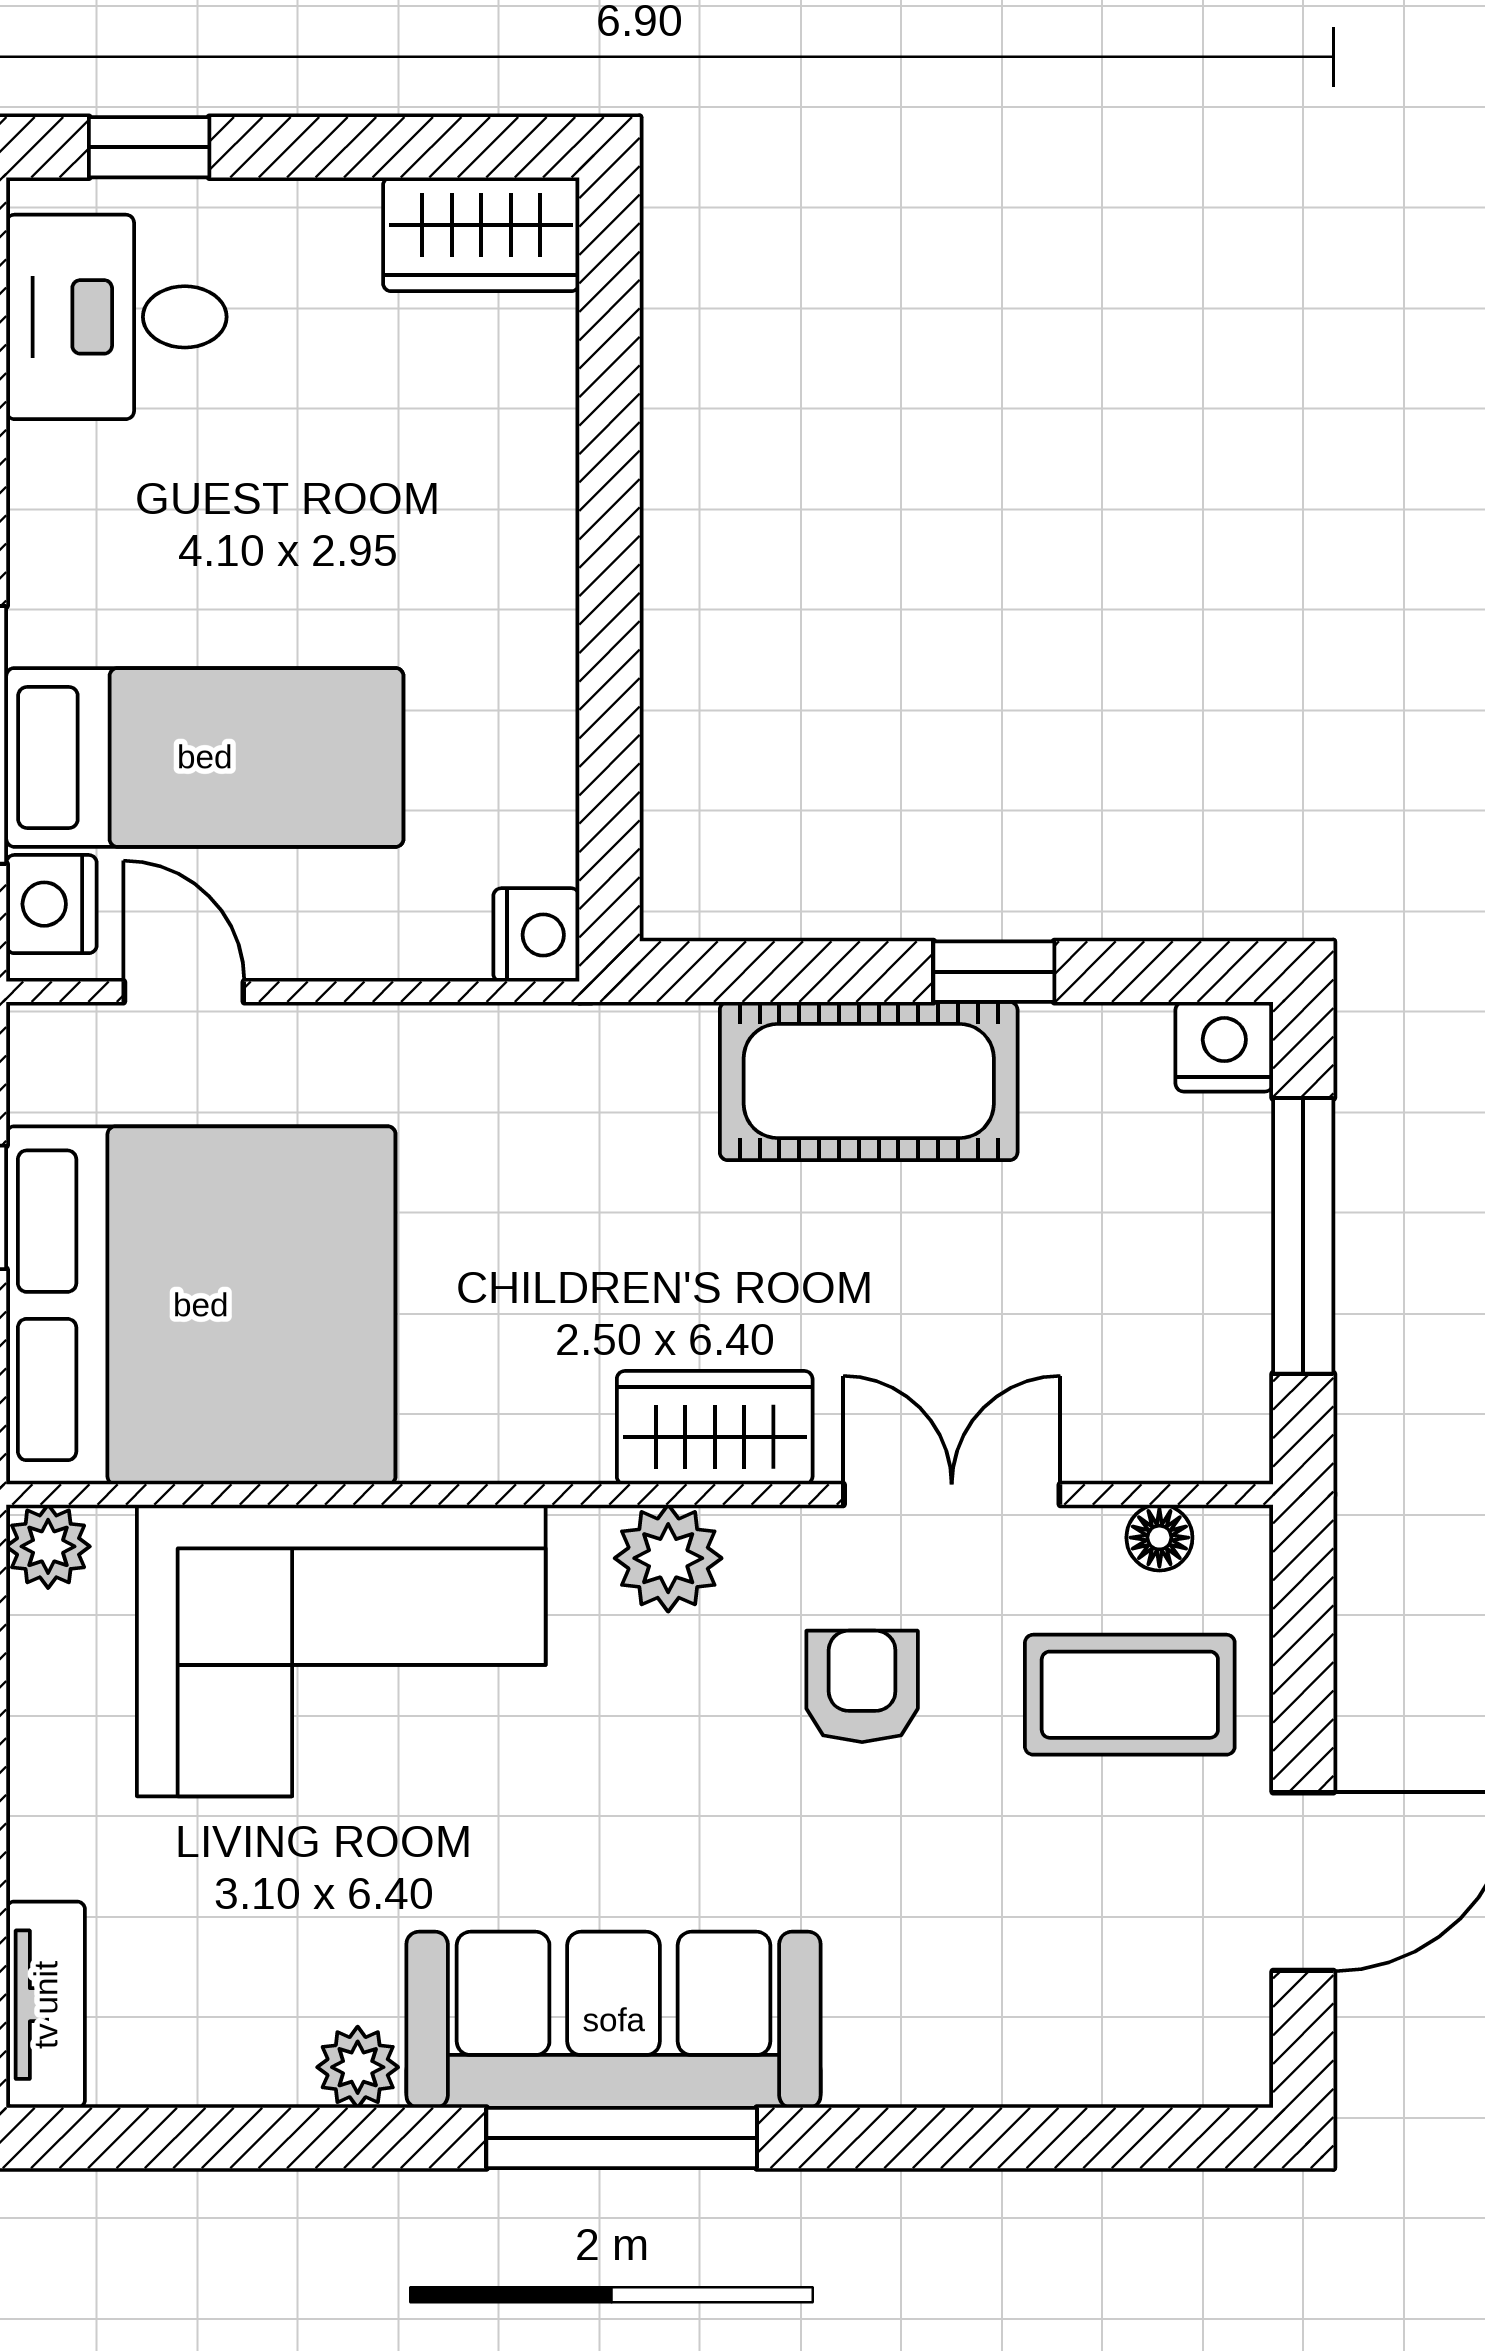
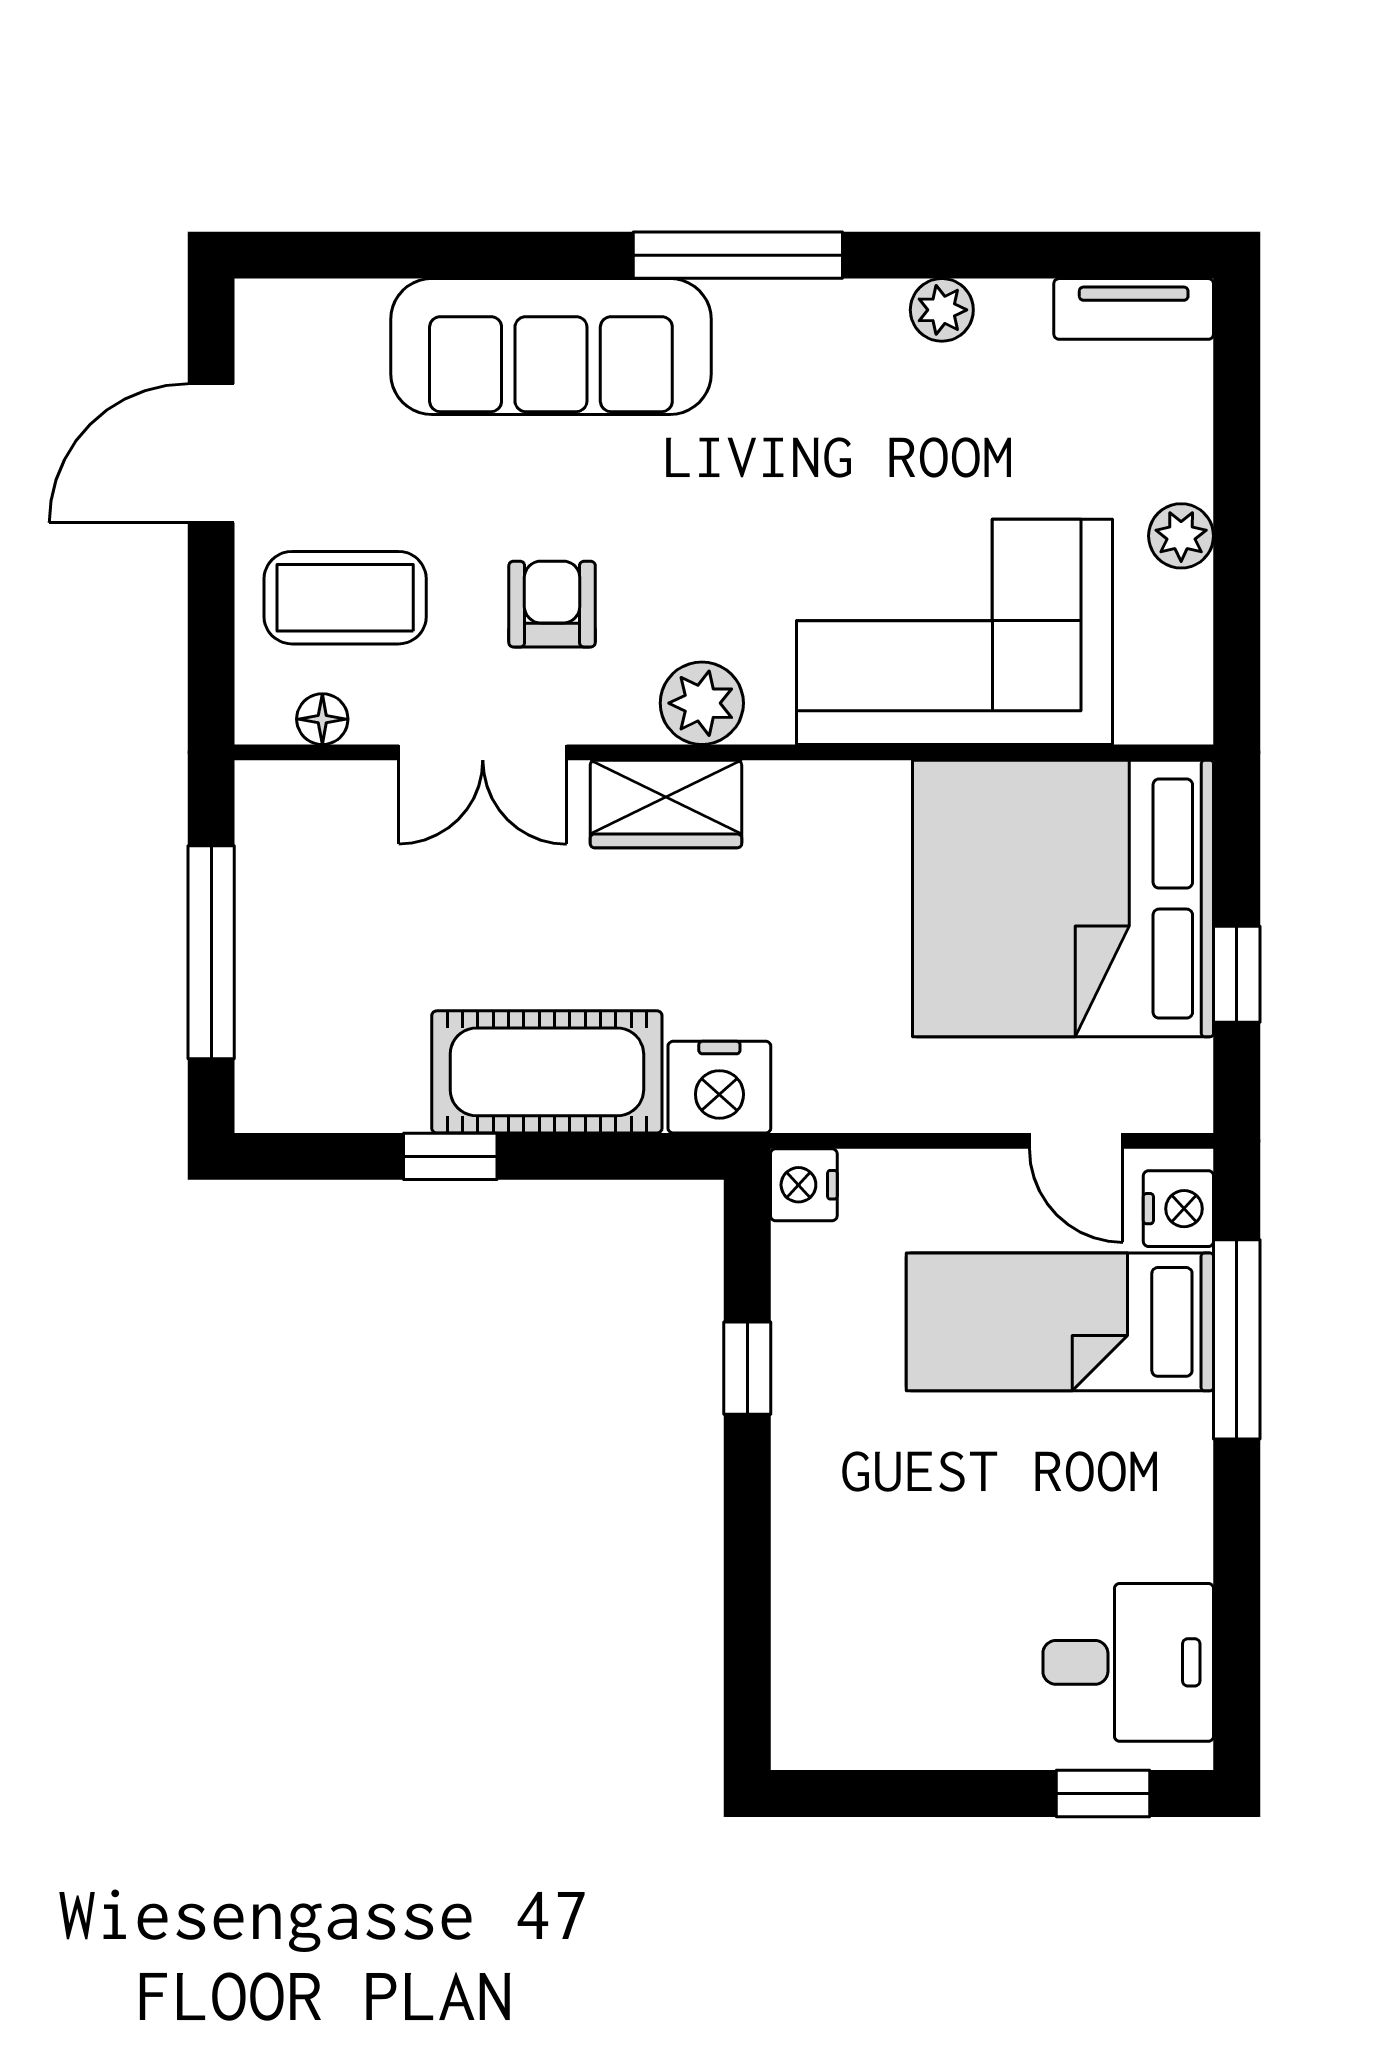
wardrobe: (481, 234) -> (846, 1726), removed
window: (609, 698) -> (747, 1368), added
nightstand: (1224, 1047) -> (719, 1087), moved, width x1.36, depth x1.33
plant: (48, 1546) -> (1181, 536), moved
armchair: (862, 1686) -> (552, 604), turned 180
tv unit: (46, 2005) -> (1134, 309), moved, turned -90
sofa: (614, 2020) -> (551, 346), moved

